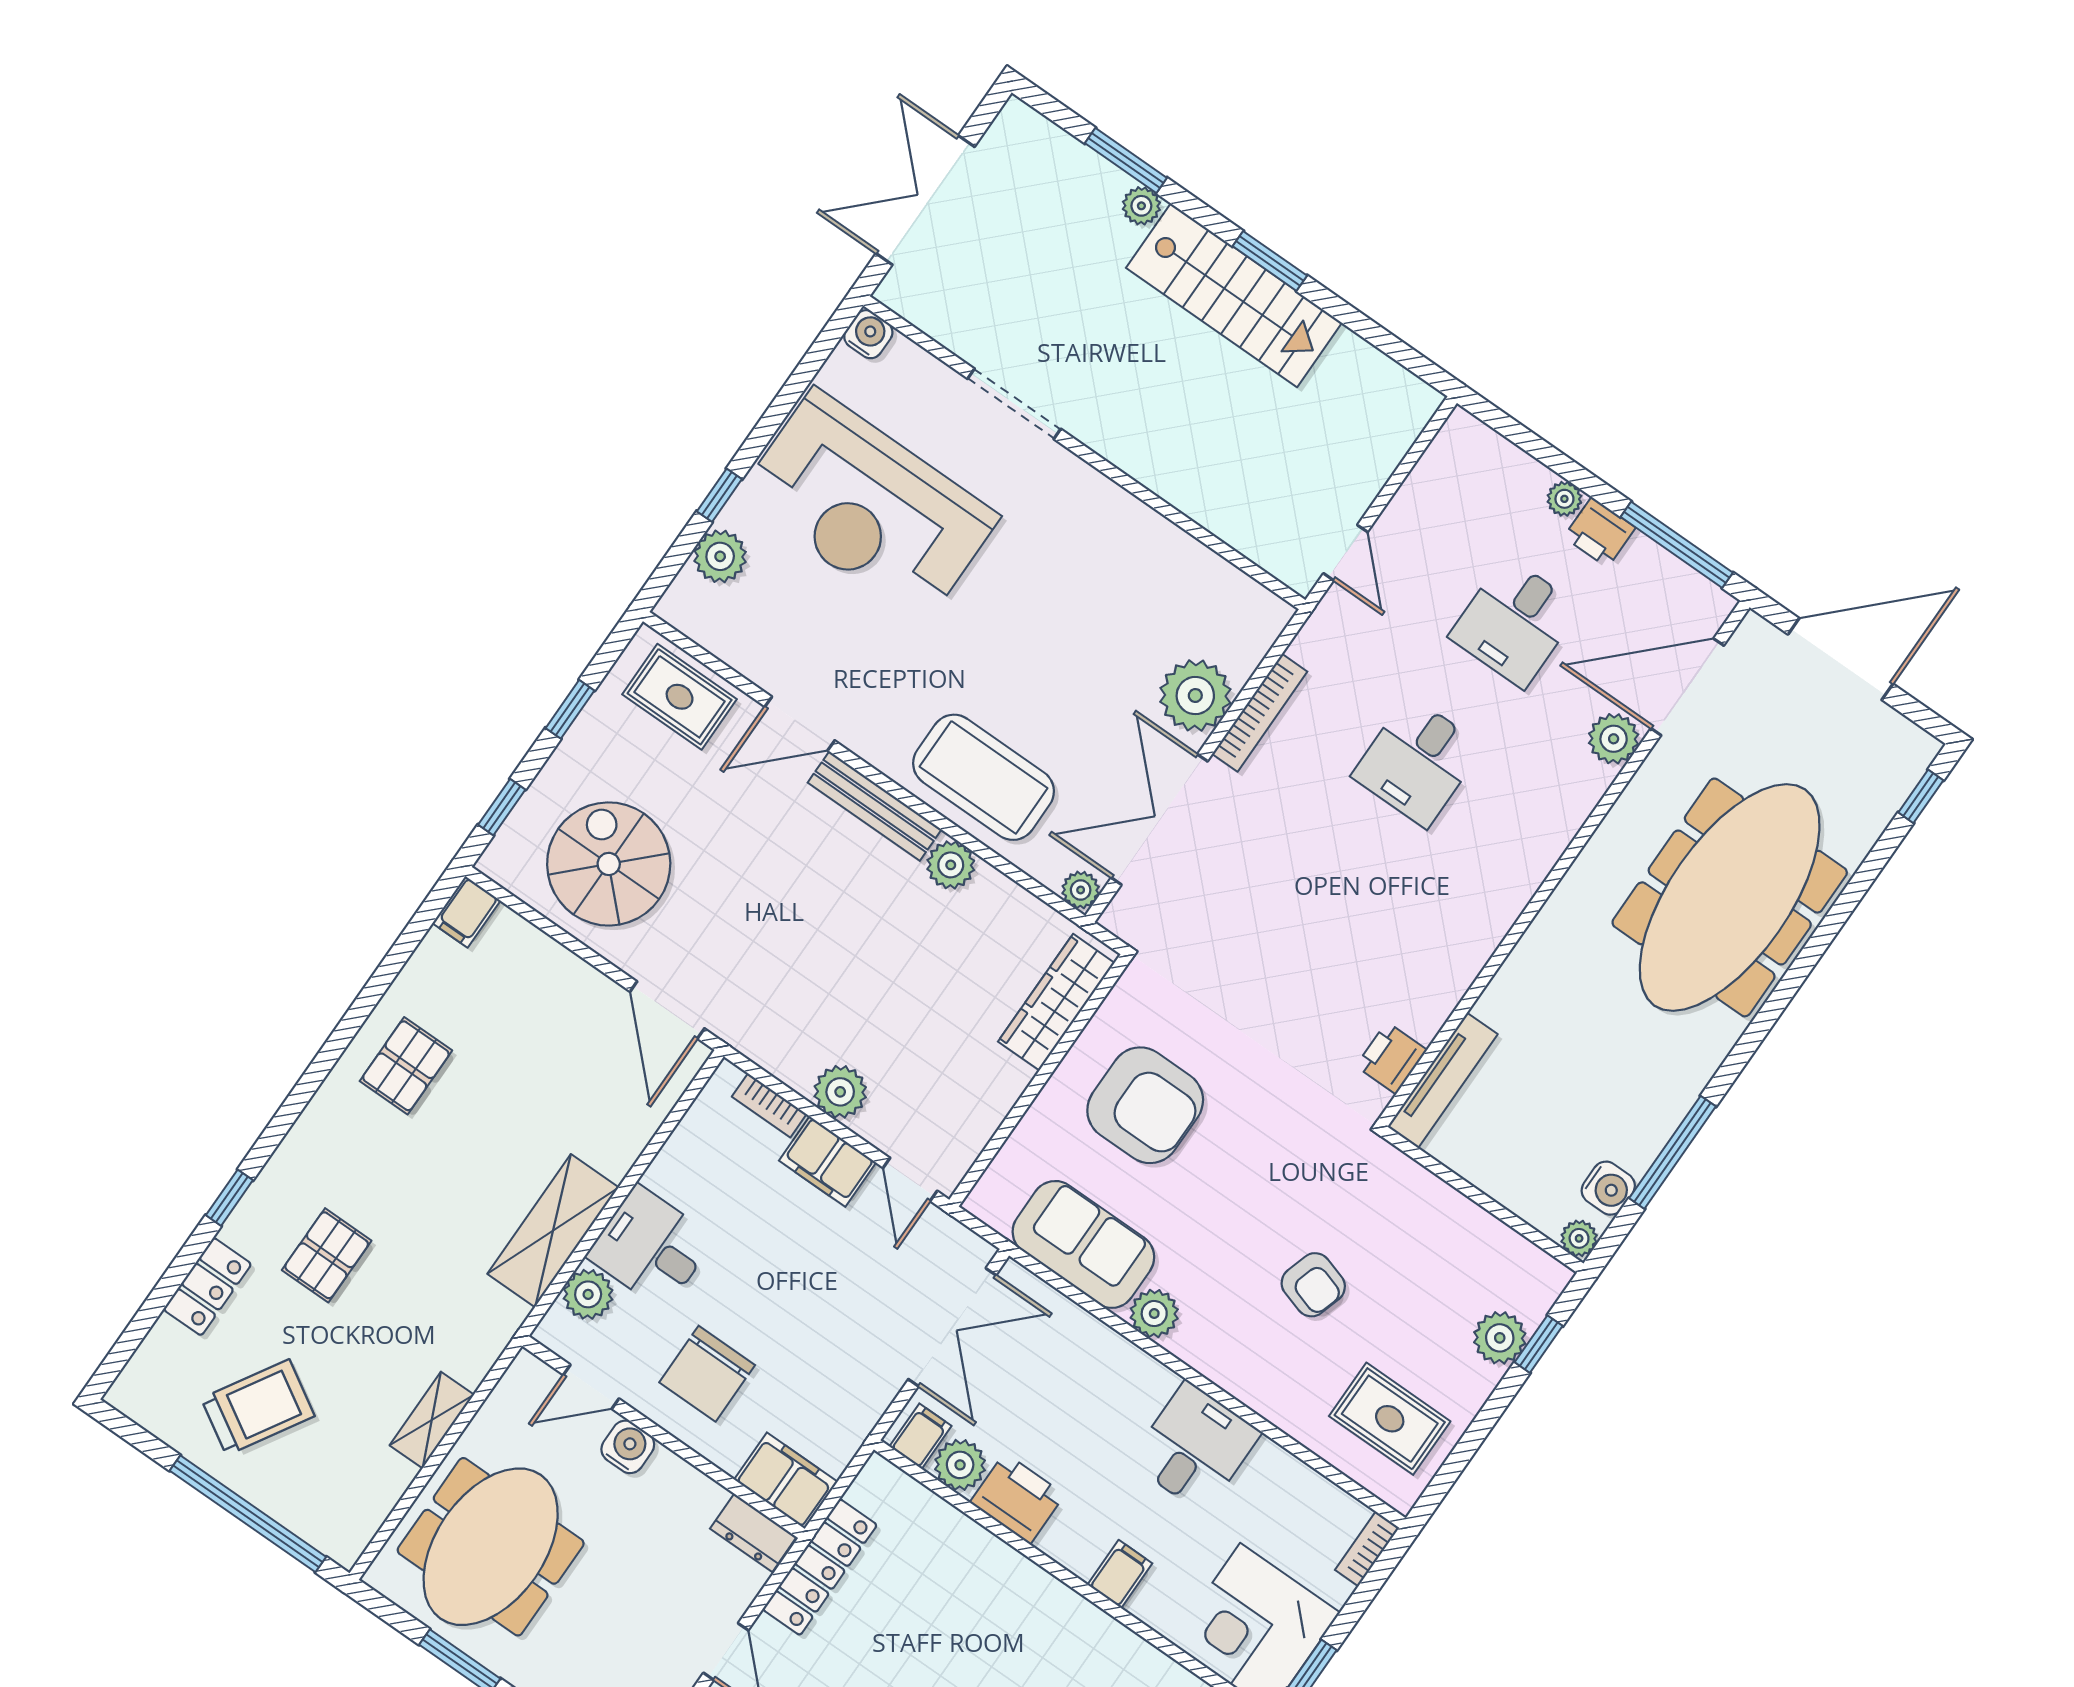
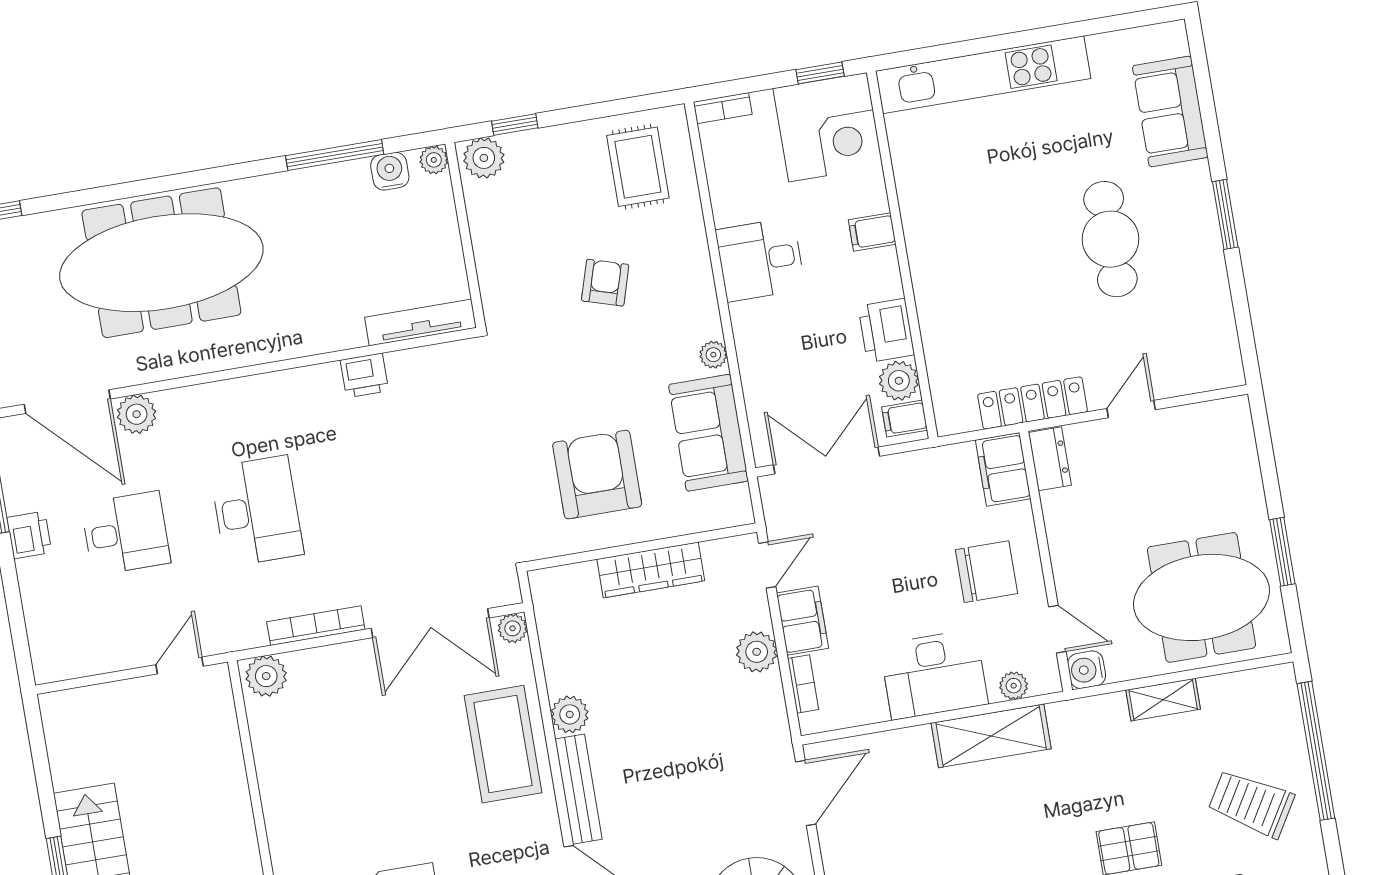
plant: (1564, 499) -> (30, 573), removed
plant: (1195, 695) -> (266, 676), moved, width x0.73, depth x0.73
desk: (1417, 762) -> (257, 511), width x1.37
wardrobe: (1056, 1002) -> (651, 570), moved
printer: (1391, 1058) -> (364, 375), moved
desk: (651, 1247) -> (934, 674), width x1.37
plant: (588, 1294) -> (1014, 686), width x0.73, depth x0.73
plant: (1154, 1314) -> (713, 355), width x0.73, depth x0.73
plant: (1500, 1338) -> (484, 158), moved
water cooler: (628, 1447) -> (1087, 670), moved

